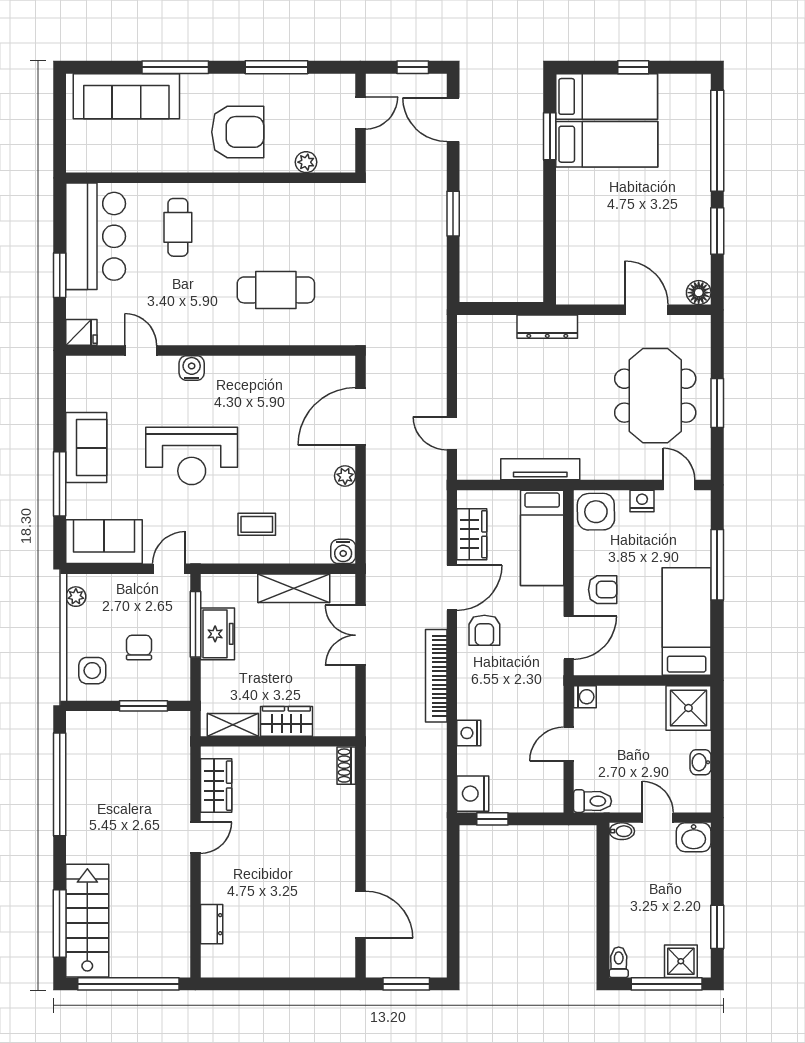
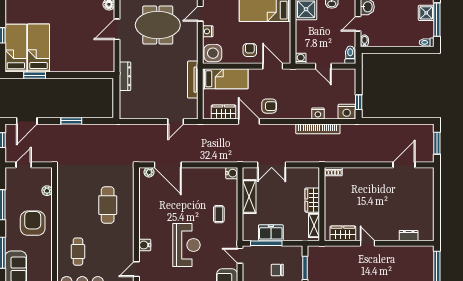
door: (360, 113) -> (24, 165), hinge flipped
cafe table: (178, 227) -> (78, 252), turned 90
plant: (345, 476) -> (149, 172), moved
bookcase: (436, 676) -> (318, 129), moved

